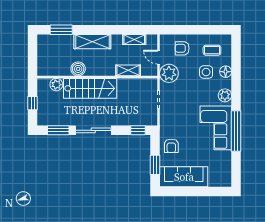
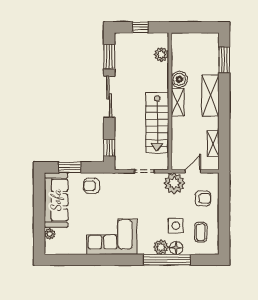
armchair: (182, 48) -> (203, 198), turned 90
shelving: (128, 70) -> (178, 103), moved
stairs: (90, 88) -> (157, 123), moved
plant: (225, 95) -> (161, 247), moved
window: (236, 131) -> (167, 260), moved
plant: (213, 182) -> (50, 234), added

